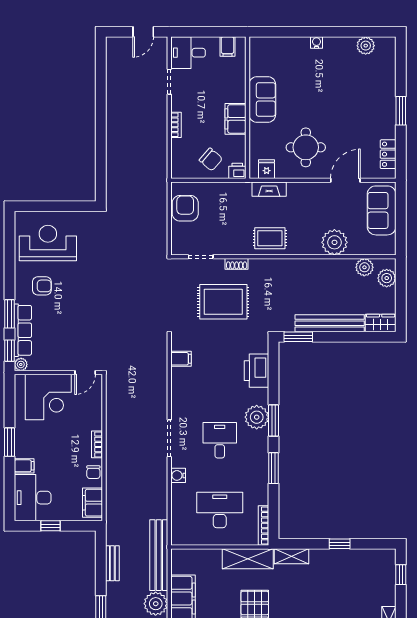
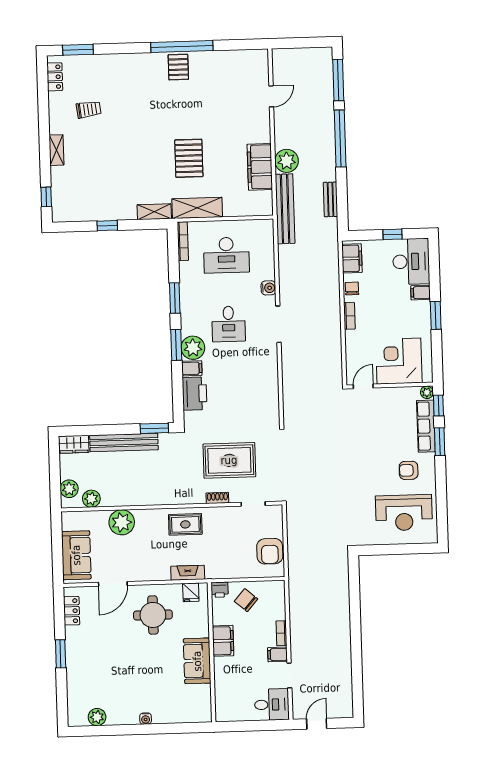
filing cabinet: (227, 47) -> (278, 654), moved, turned -90
filing cabinet: (181, 359) -> (192, 368), moved, turned 180

